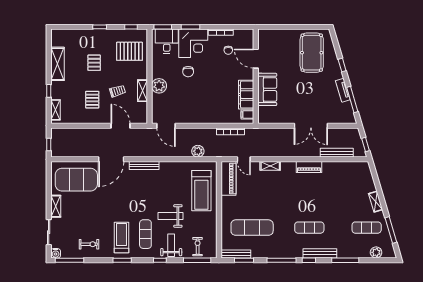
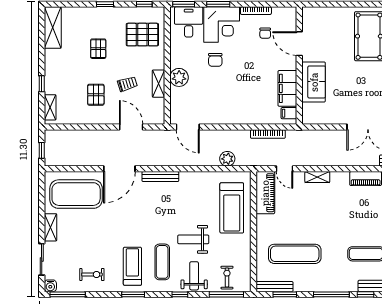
shelving: (57, 64) -> (53, 28), moved

